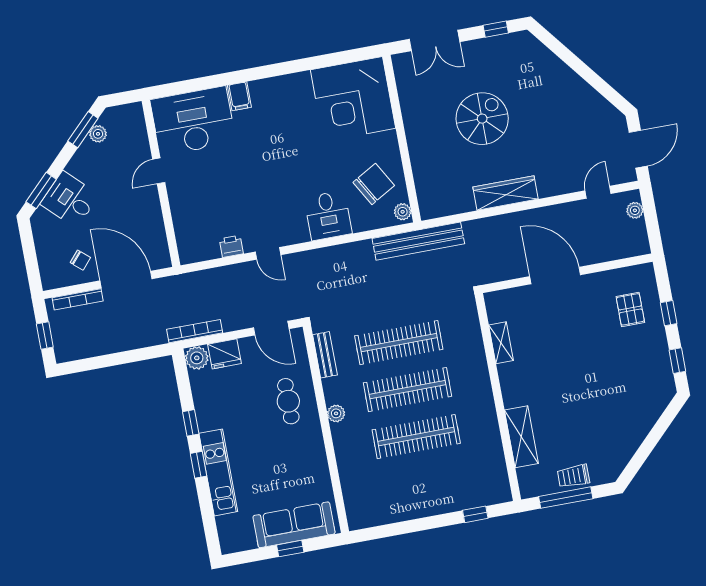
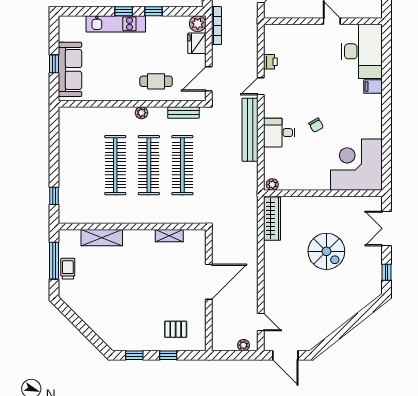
chair: (374, 184) -> (316, 125), moved, width x0.54, depth x0.54
wardrobe: (505, 193) -> (272, 219), moved
bench: (418, 241) -> (250, 130), moved

